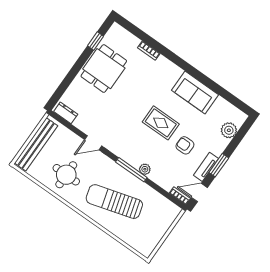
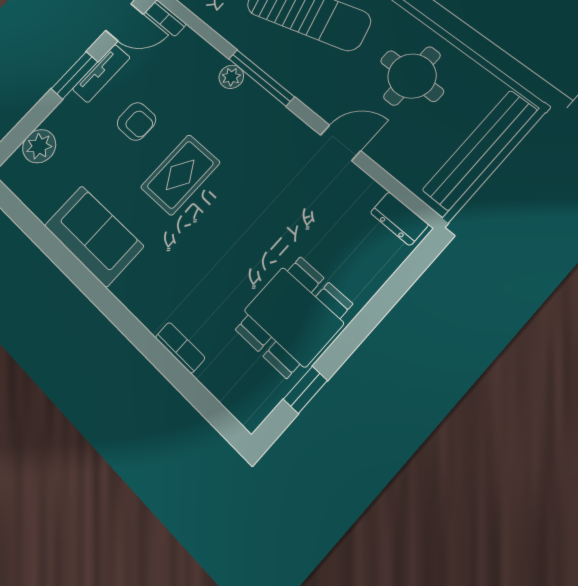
rug: (161, 123) -> (180, 175), turned 90

